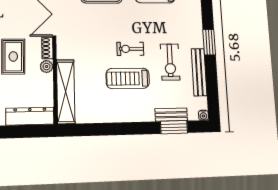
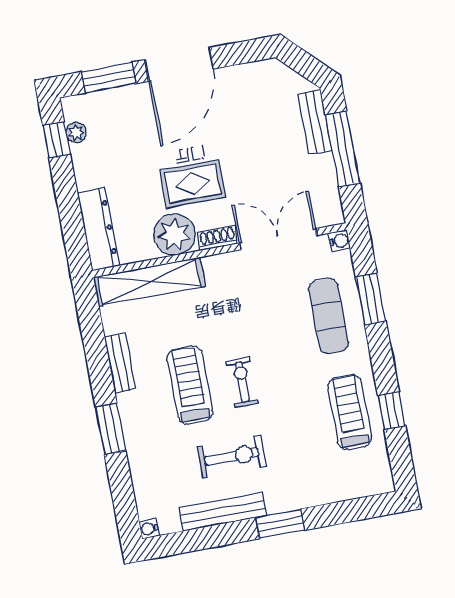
exercise bike: (170, 62) -> (232, 457), turned 180
plant: (46, 67) -> (174, 234), width x1.88, depth x1.88
bench: (171, 115) -> (120, 363), moved
window: (174, 127) -> (111, 429), moved

